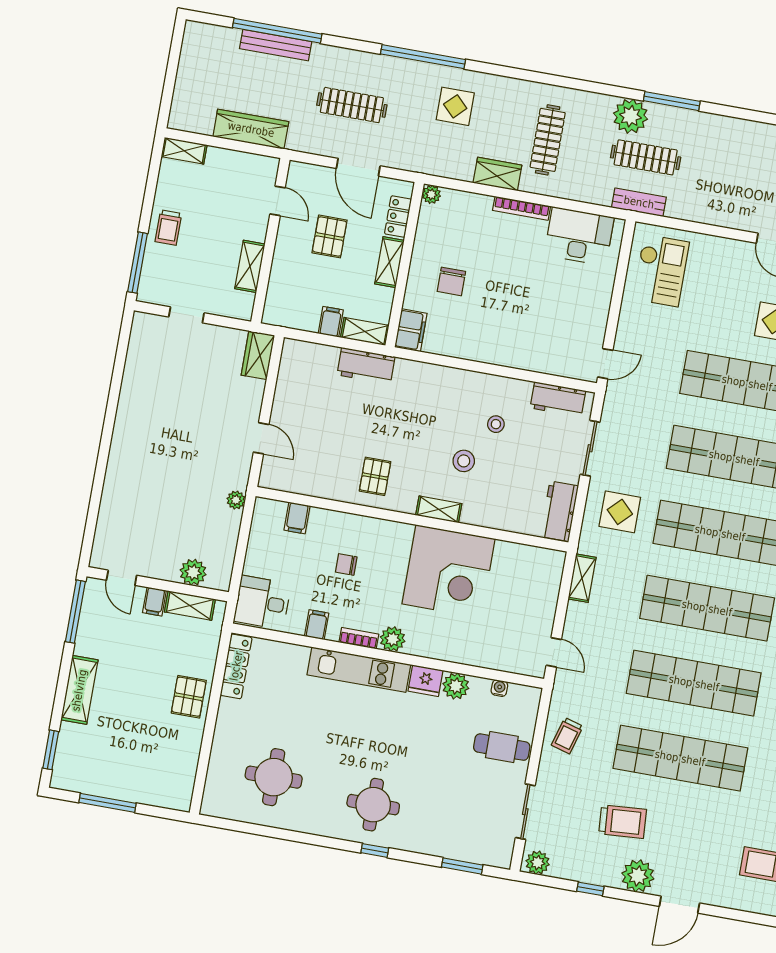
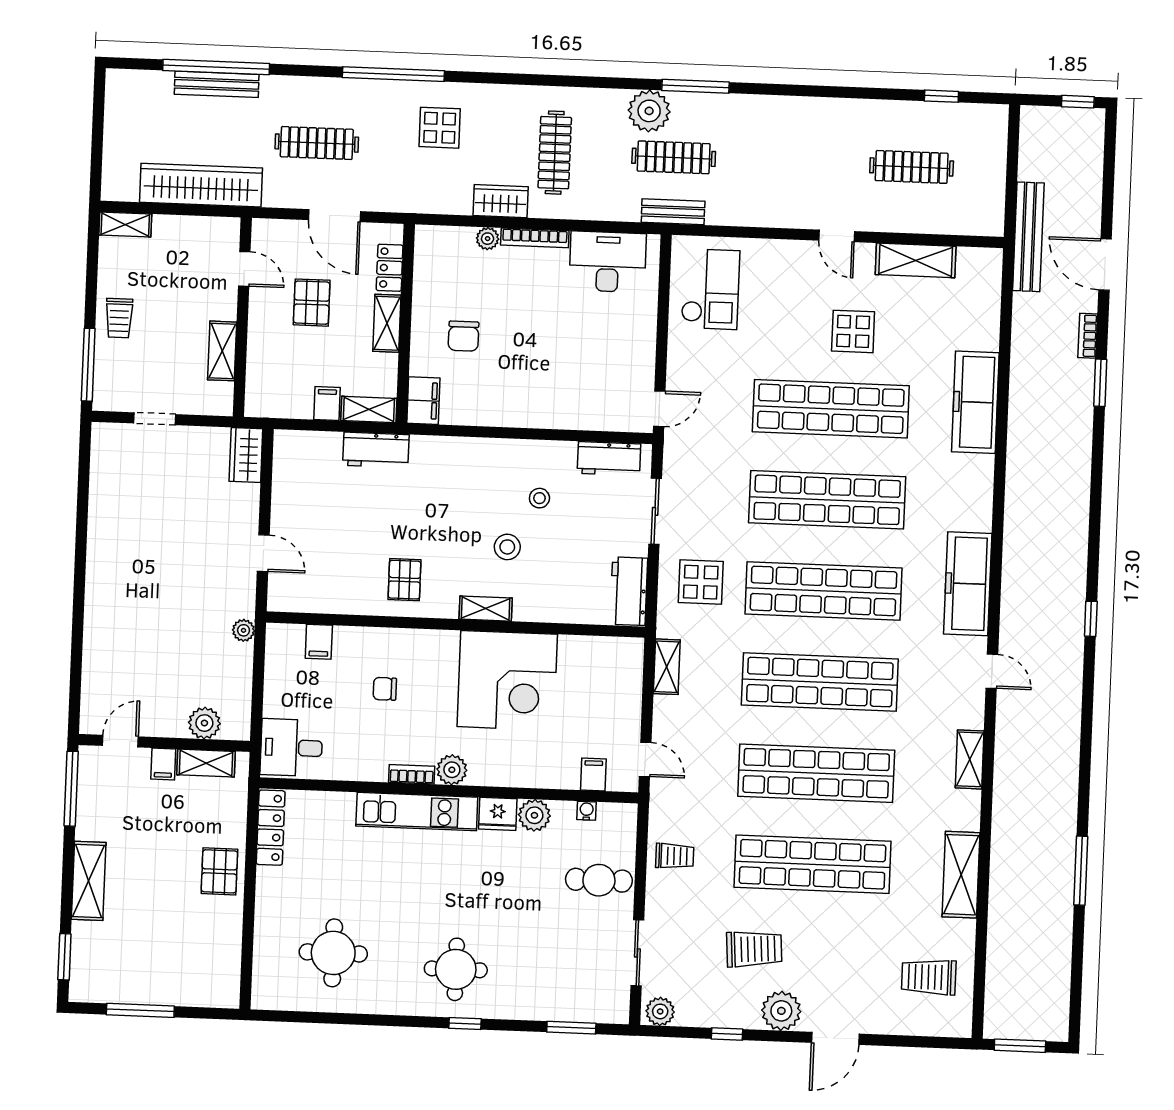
wardrobe: (251, 129) -> (201, 185), width x1.40, depth x1.17
plant: (431, 194) -> (488, 239), moved
door: (122, 578) -> (120, 741), swing flipped
filing cabinet: (317, 625) -> (593, 774), moved
trolley: (567, 736) -> (675, 856), turned -106

